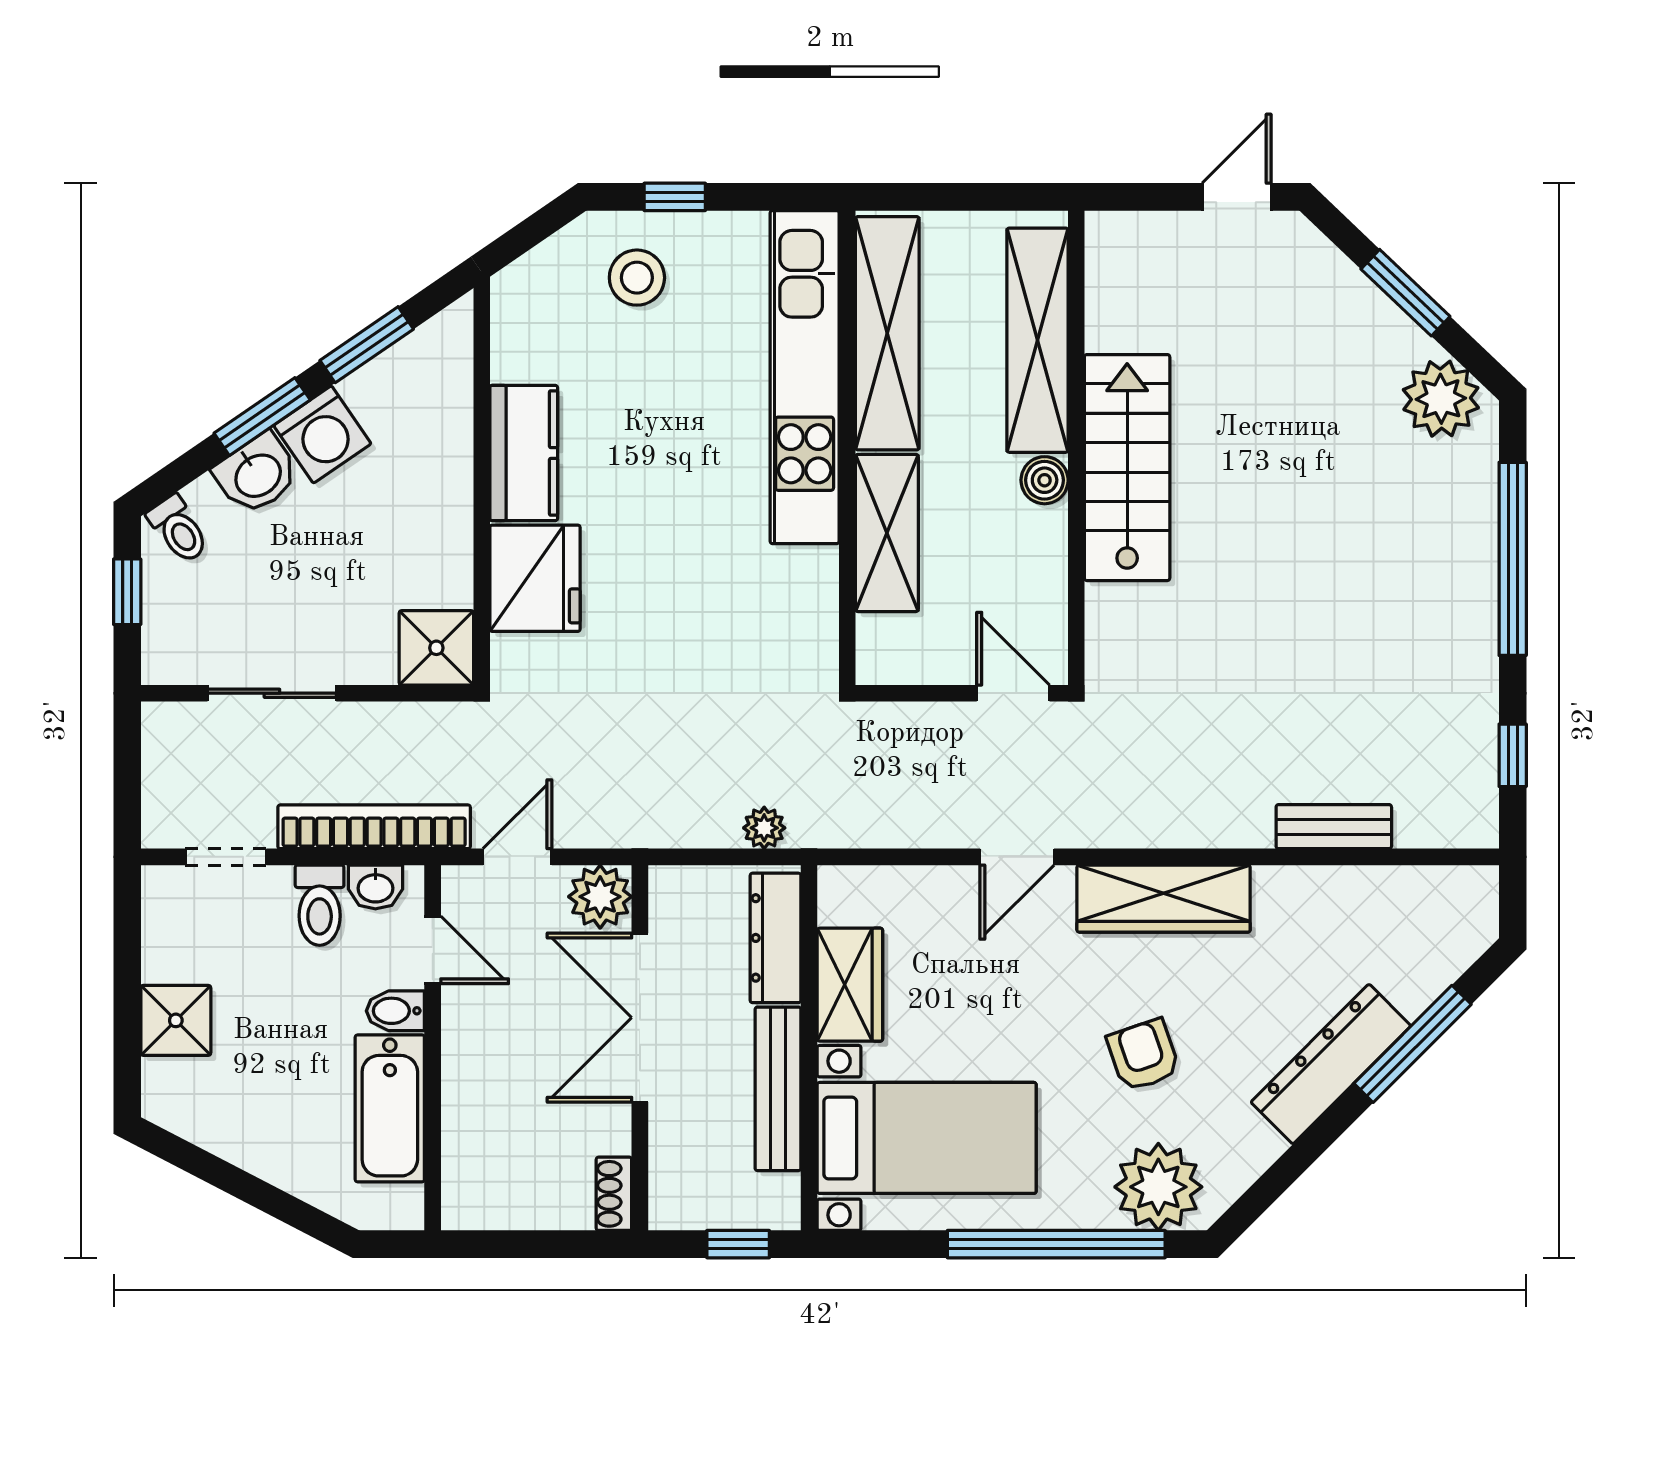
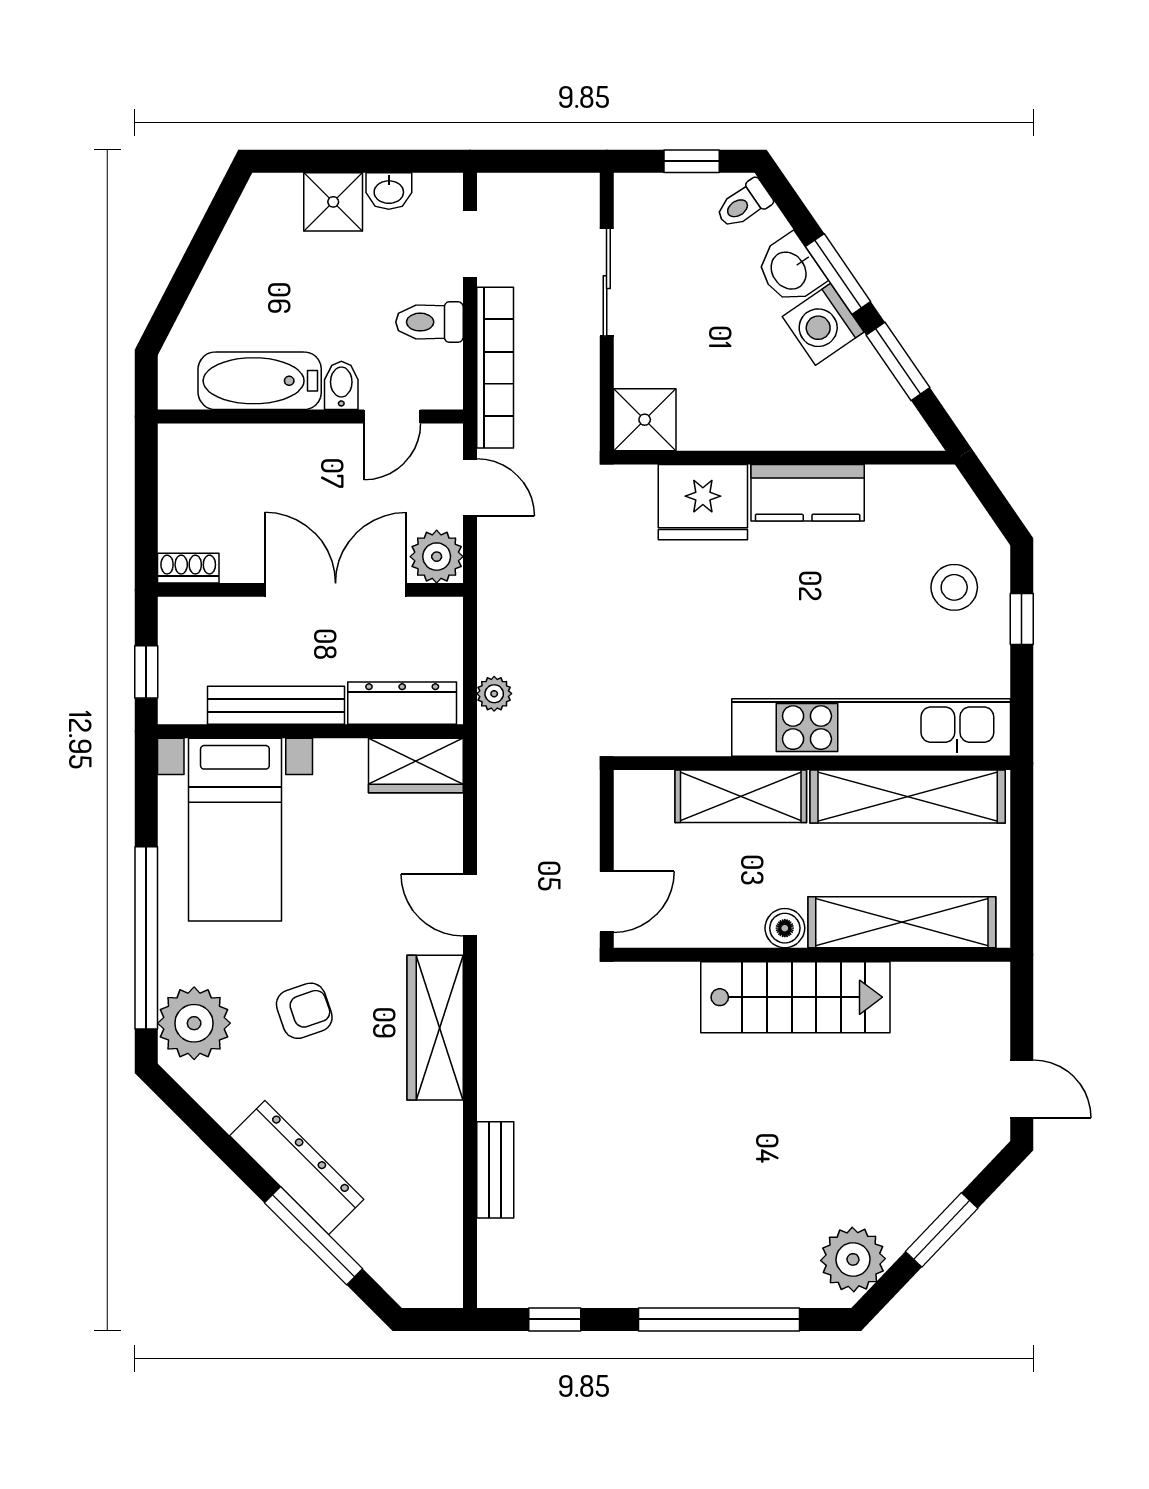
washbasin: (375, 887) -> (389, 191), moved, turned -90
wardrobe: (850, 985) -> (416, 765), moved

